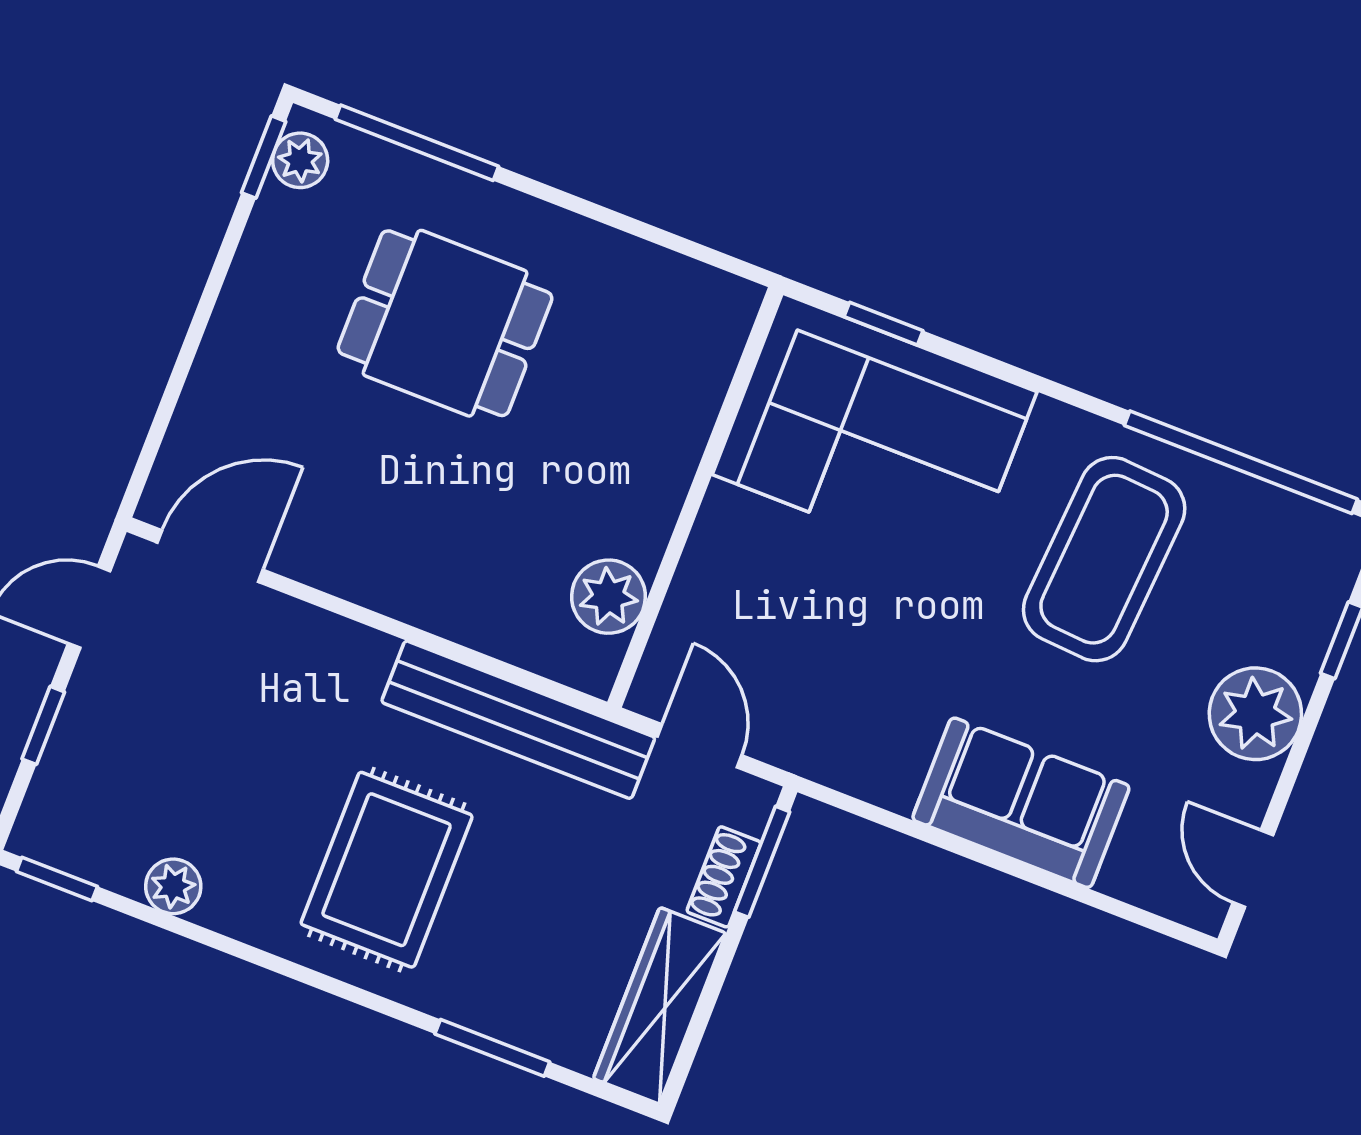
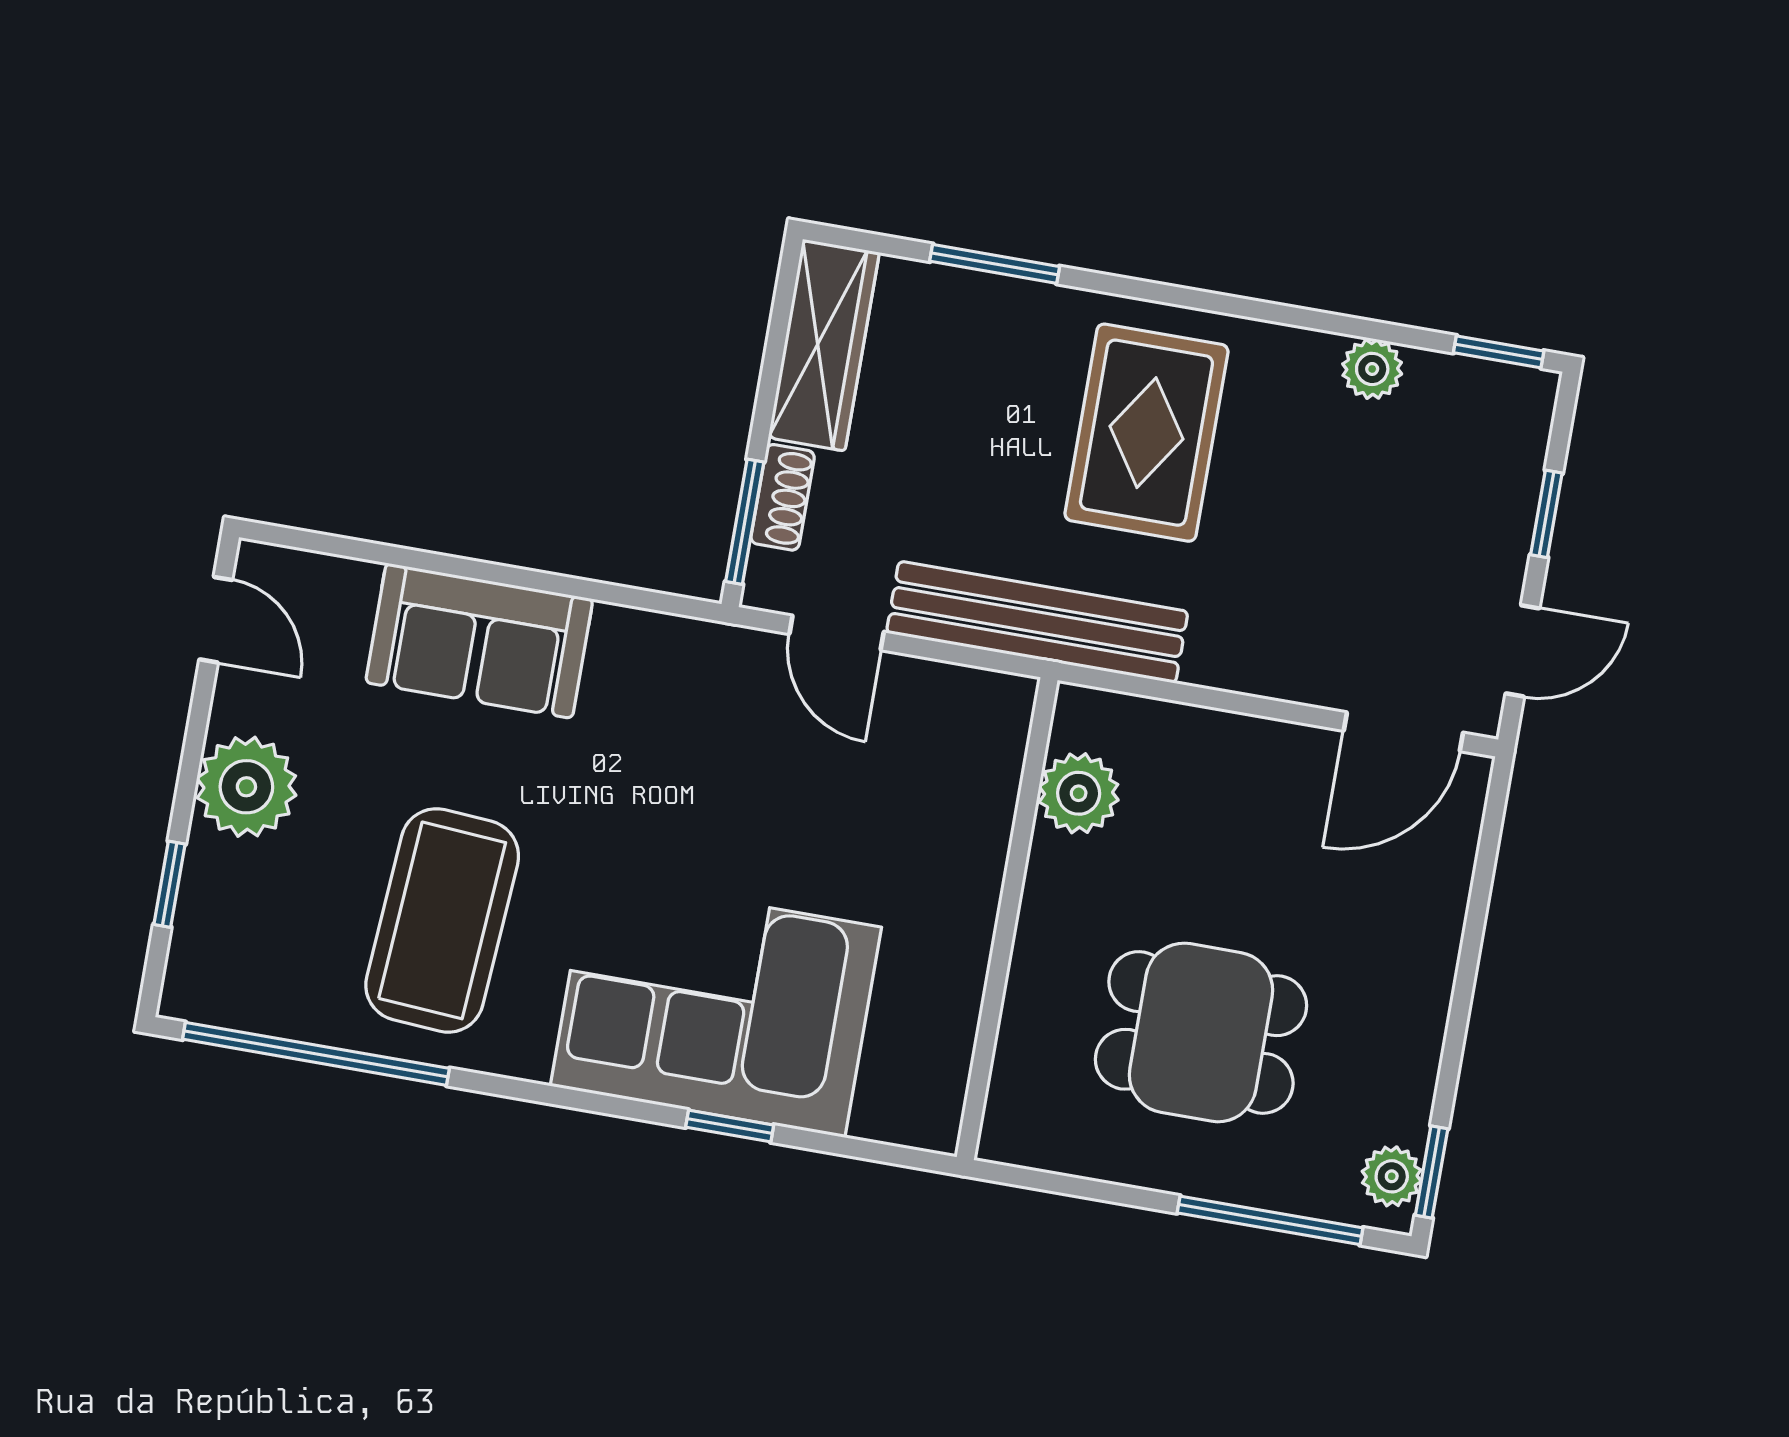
wall: (695, 497) -> (1007, 919), moved
plant: (608, 597) -> (1079, 793), moved

